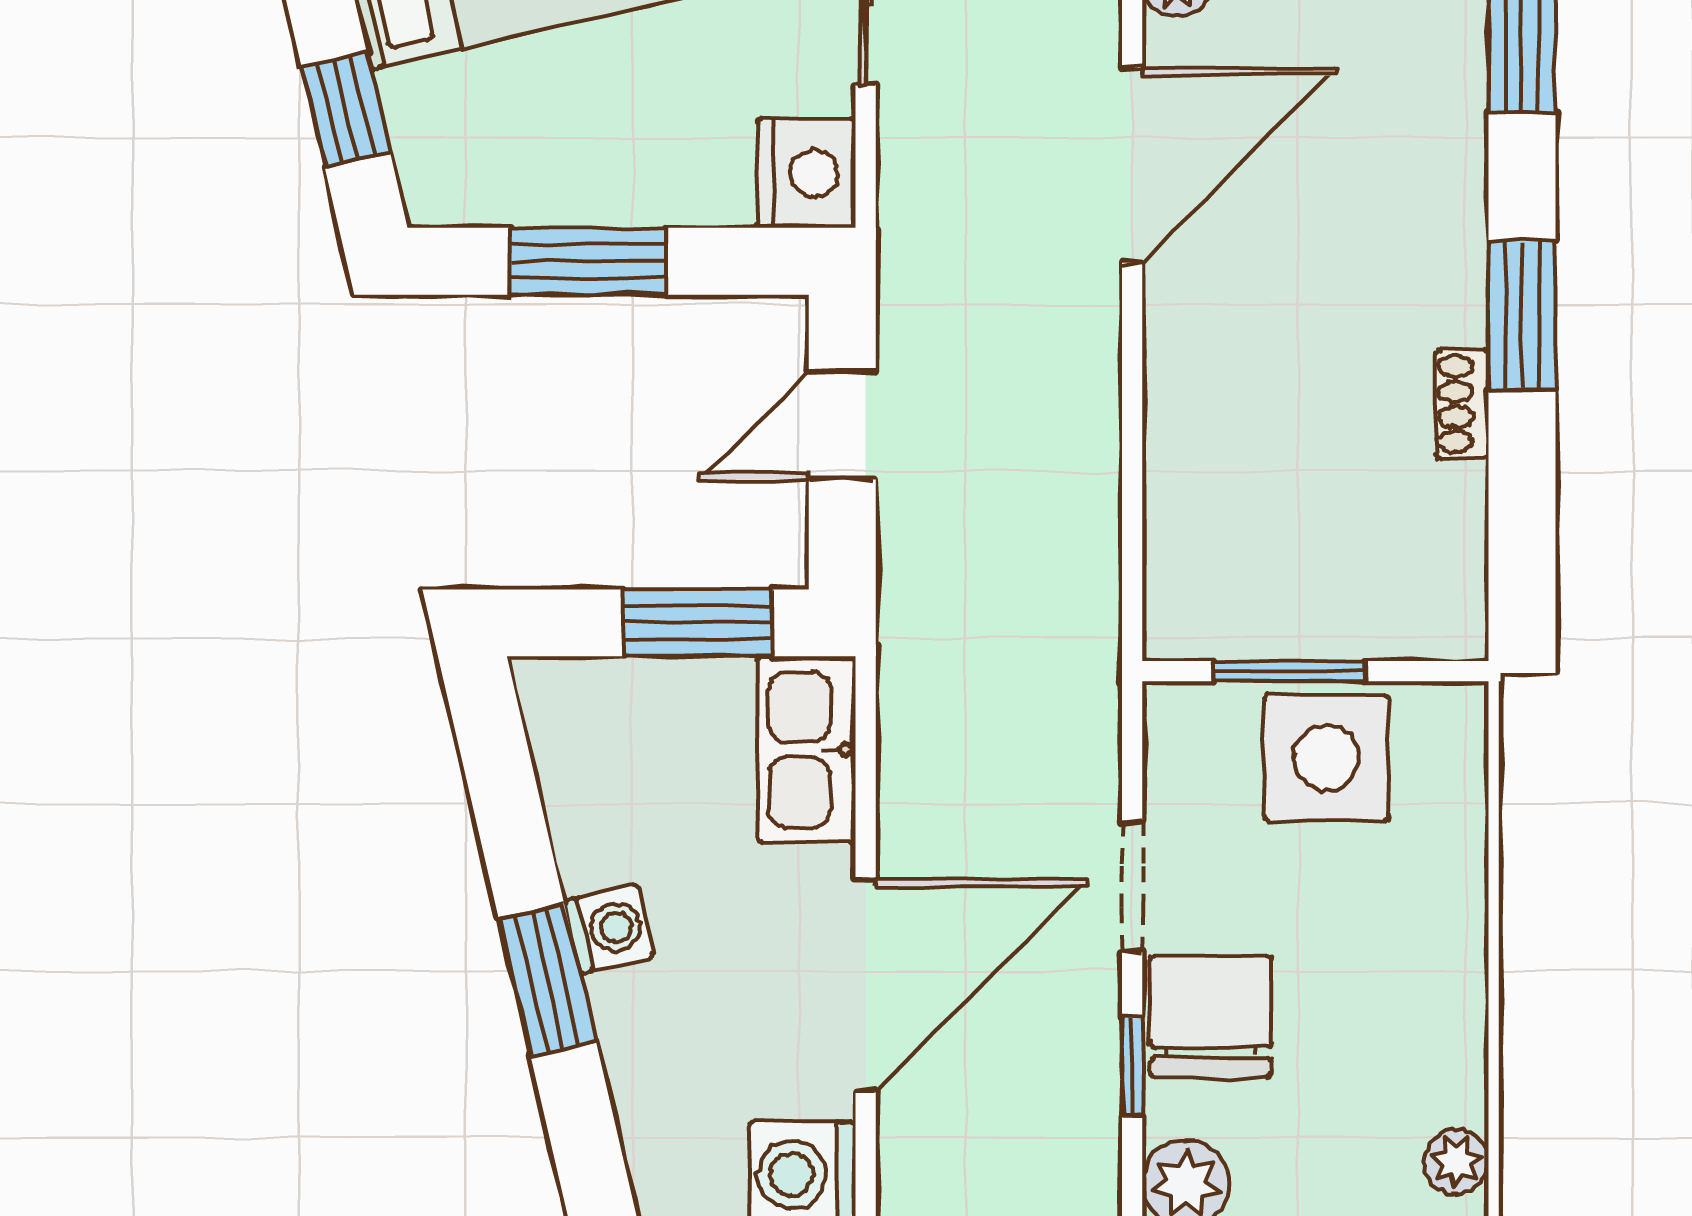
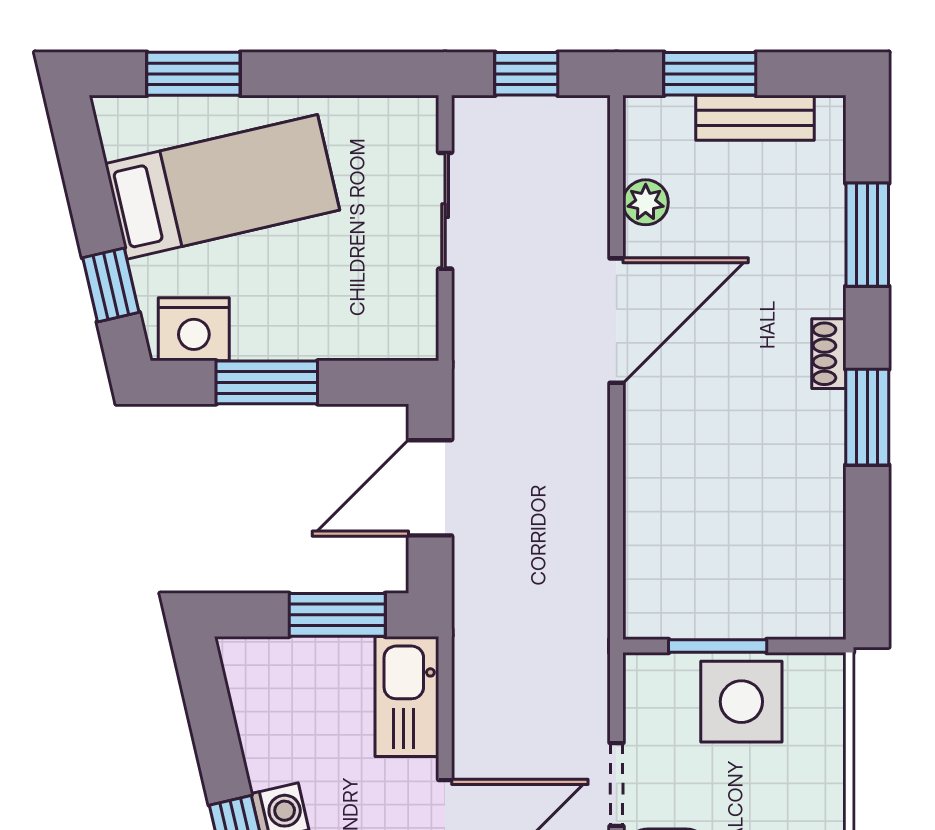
nightstand: (806, 173) -> (194, 329), moved, turned 90
shoe rack: (1462, 404) -> (829, 354), moved
door: (842, 425) -> (430, 488), width x1.38

